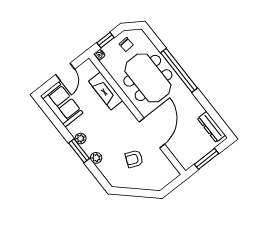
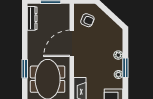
window: (179, 70) -> (25, 69), width x0.47
armchair: (134, 159) -> (87, 20), moved

